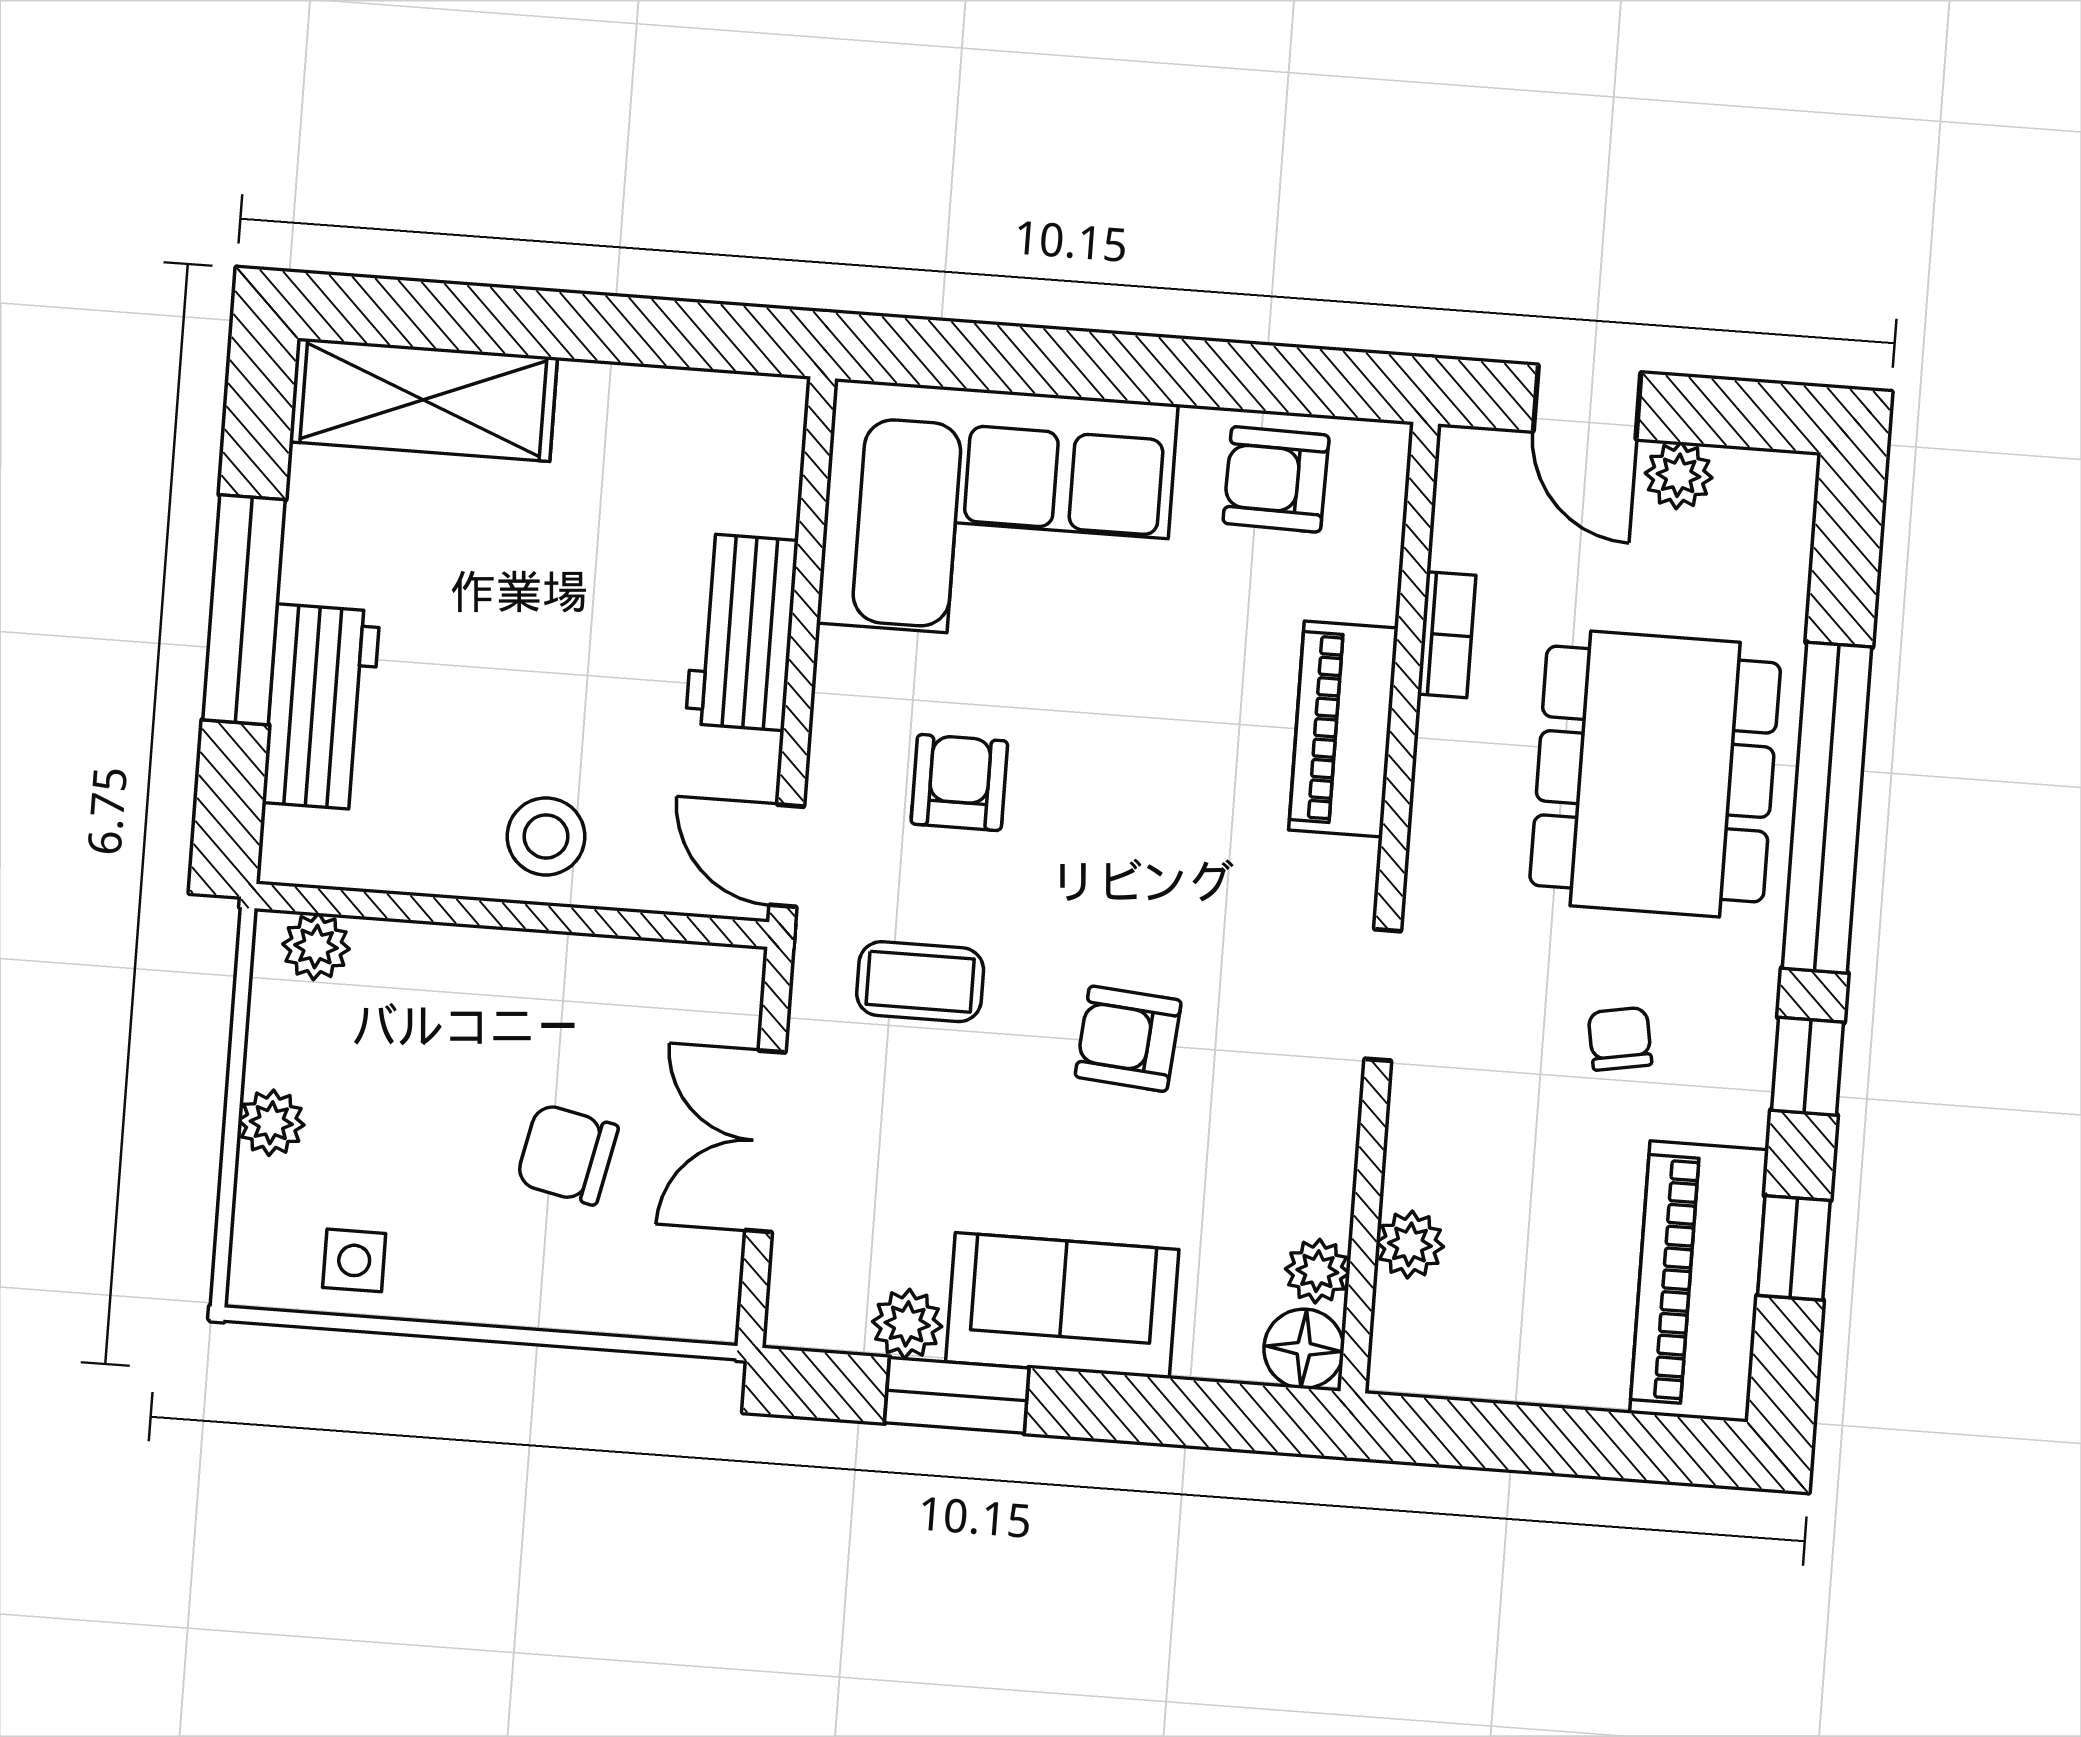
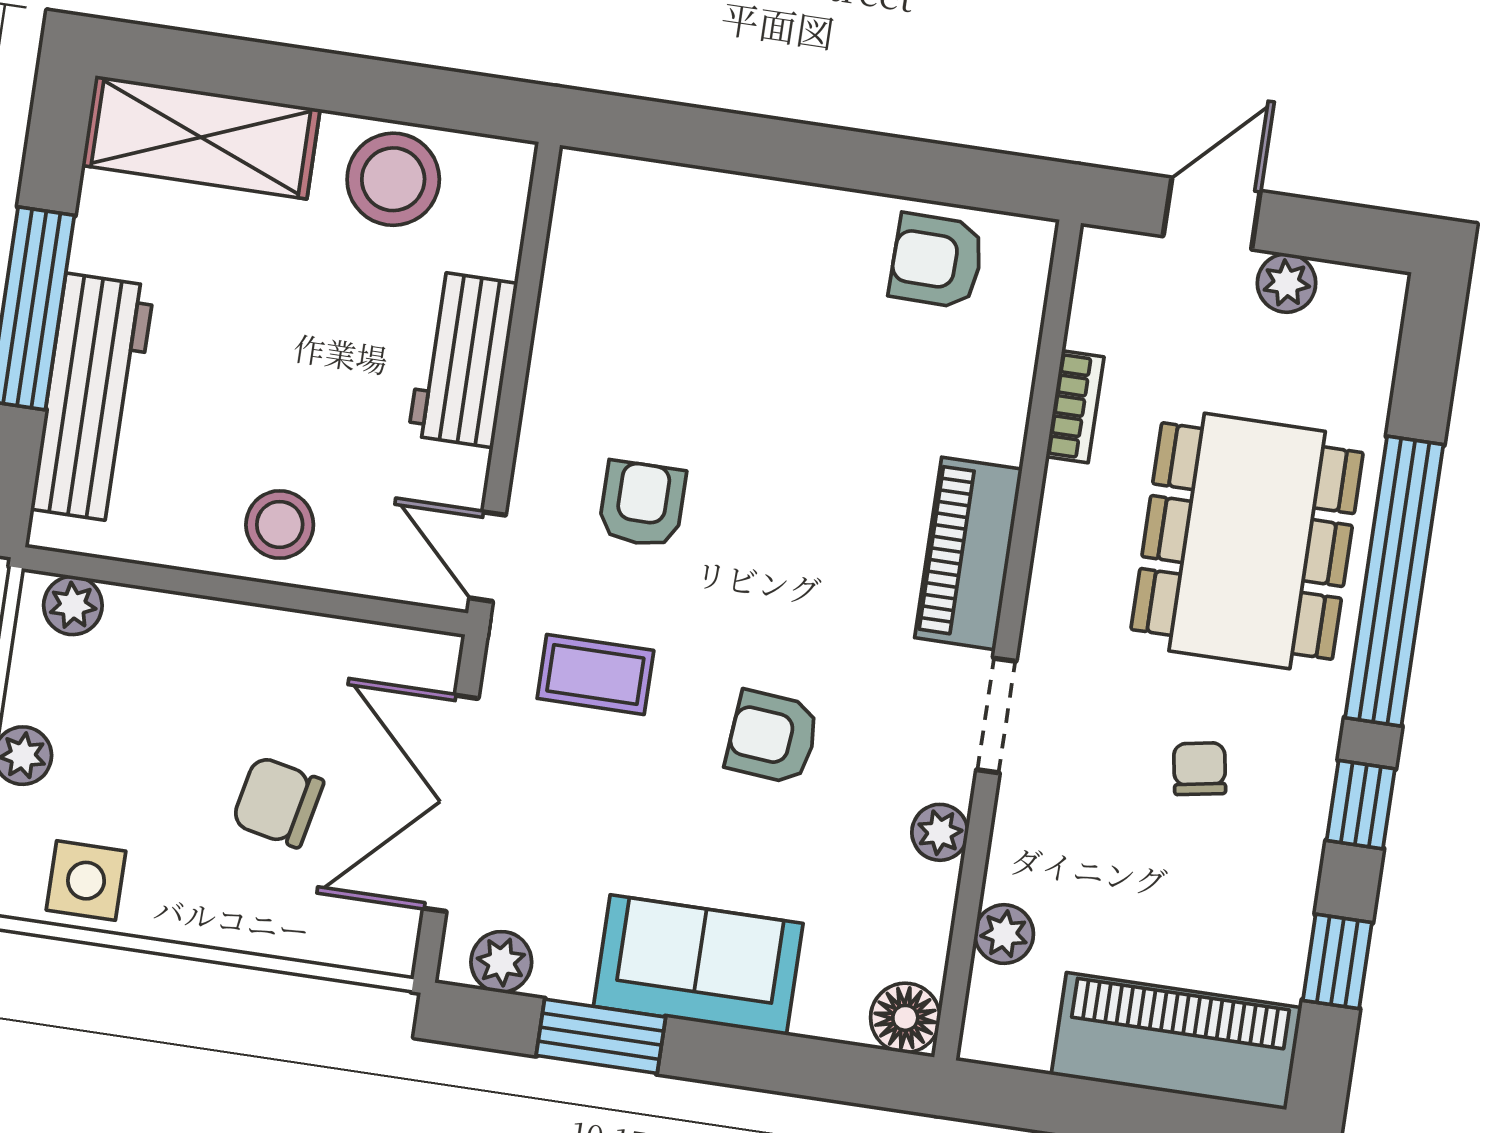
door: (1587, 402) -> (1212, 214), swing flipped
stool: (647, 432) -> (393, 179), added
corner sofa: (997, 514) -> (692, 273), removed
workbench: (321, 707) -> (93, 398), width x1.37
piano: (1343, 729) -> (968, 553), moved
double door: (765, 1141) -> (451, 803), width x1.37
side table: (354, 1260) -> (86, 881), width x1.37, depth x1.37
plant: (1317, 1271) -> (940, 832), moved
piano: (1699, 1281) -> (1176, 1041), moved, turned 90
plant: (907, 1324) -> (501, 962), moved

